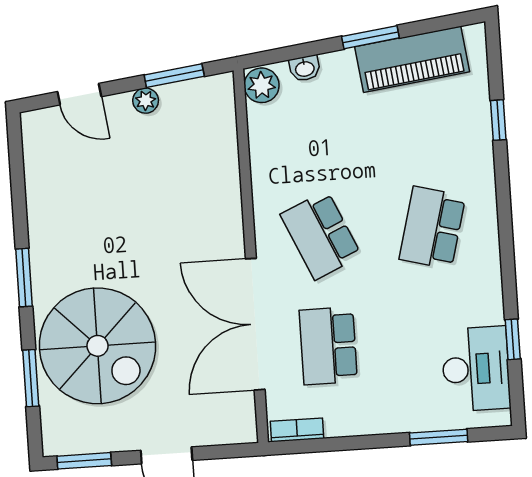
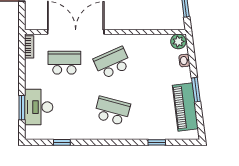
desk: (476, 369) -> (39, 107), moved, turned 90

